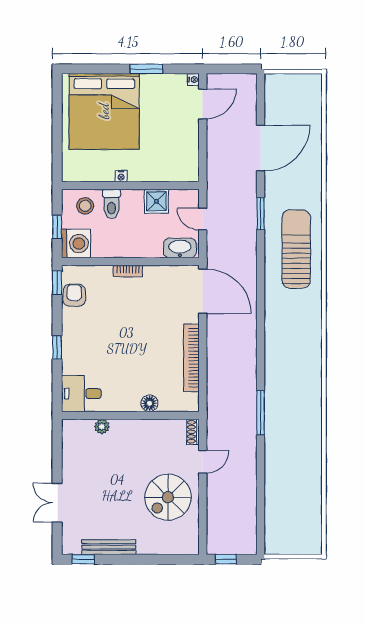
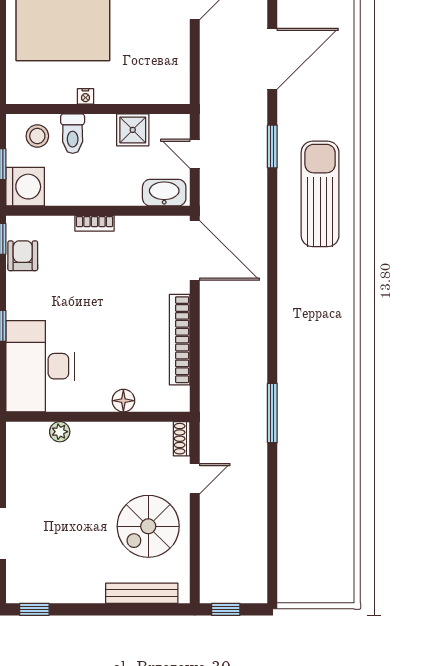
desk: (81, 394) -> (40, 366), width x1.87, depth x1.30
bench: (109, 547) -> (142, 593), moved

